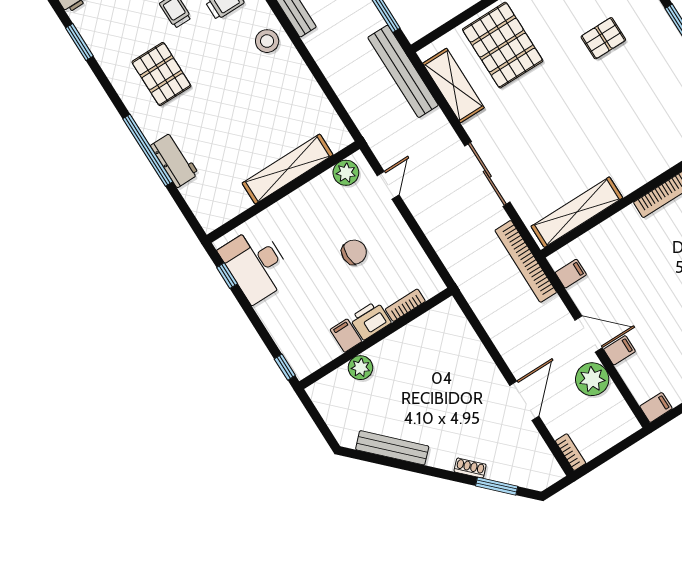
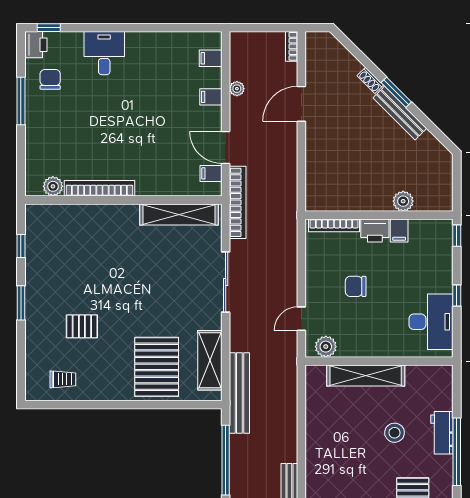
stool: (267, 41) -> (395, 433), moved
window: (227, 276) -> (457, 295), moved
bookcase: (405, 305) -> (334, 225), width x1.56
door: (588, 334) -> (226, 147), moved
plant: (592, 379) -> (237, 89), width x0.53, depth x0.53
filing cabinet: (656, 407) -> (211, 58), moved
bench: (392, 448) -> (400, 113), moved
window: (497, 486) -> (396, 92), moved

